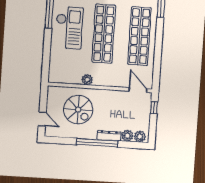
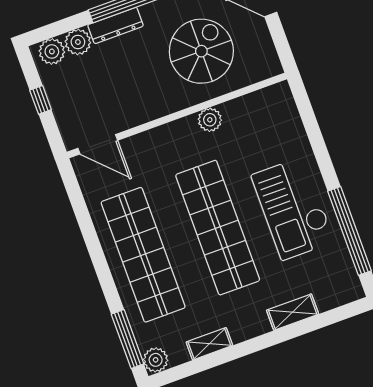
window: (154, 108) -> (41, 100), moved
spiral stairs: (78, 110) -> (201, 51), turned 90

